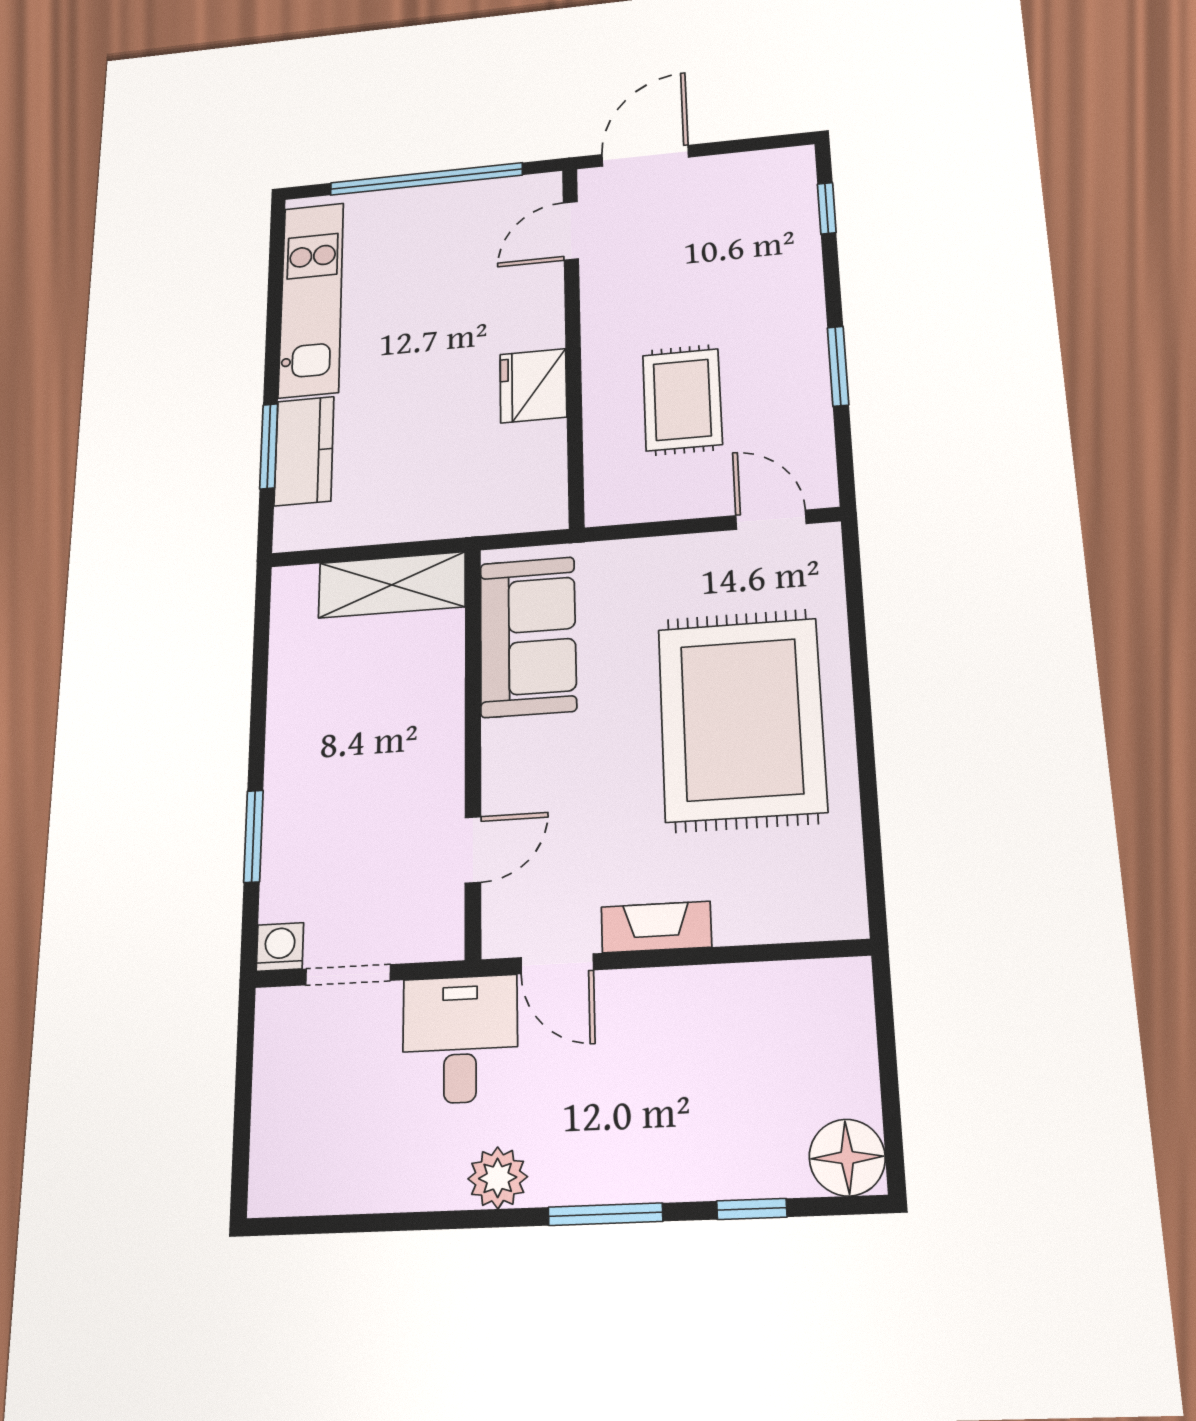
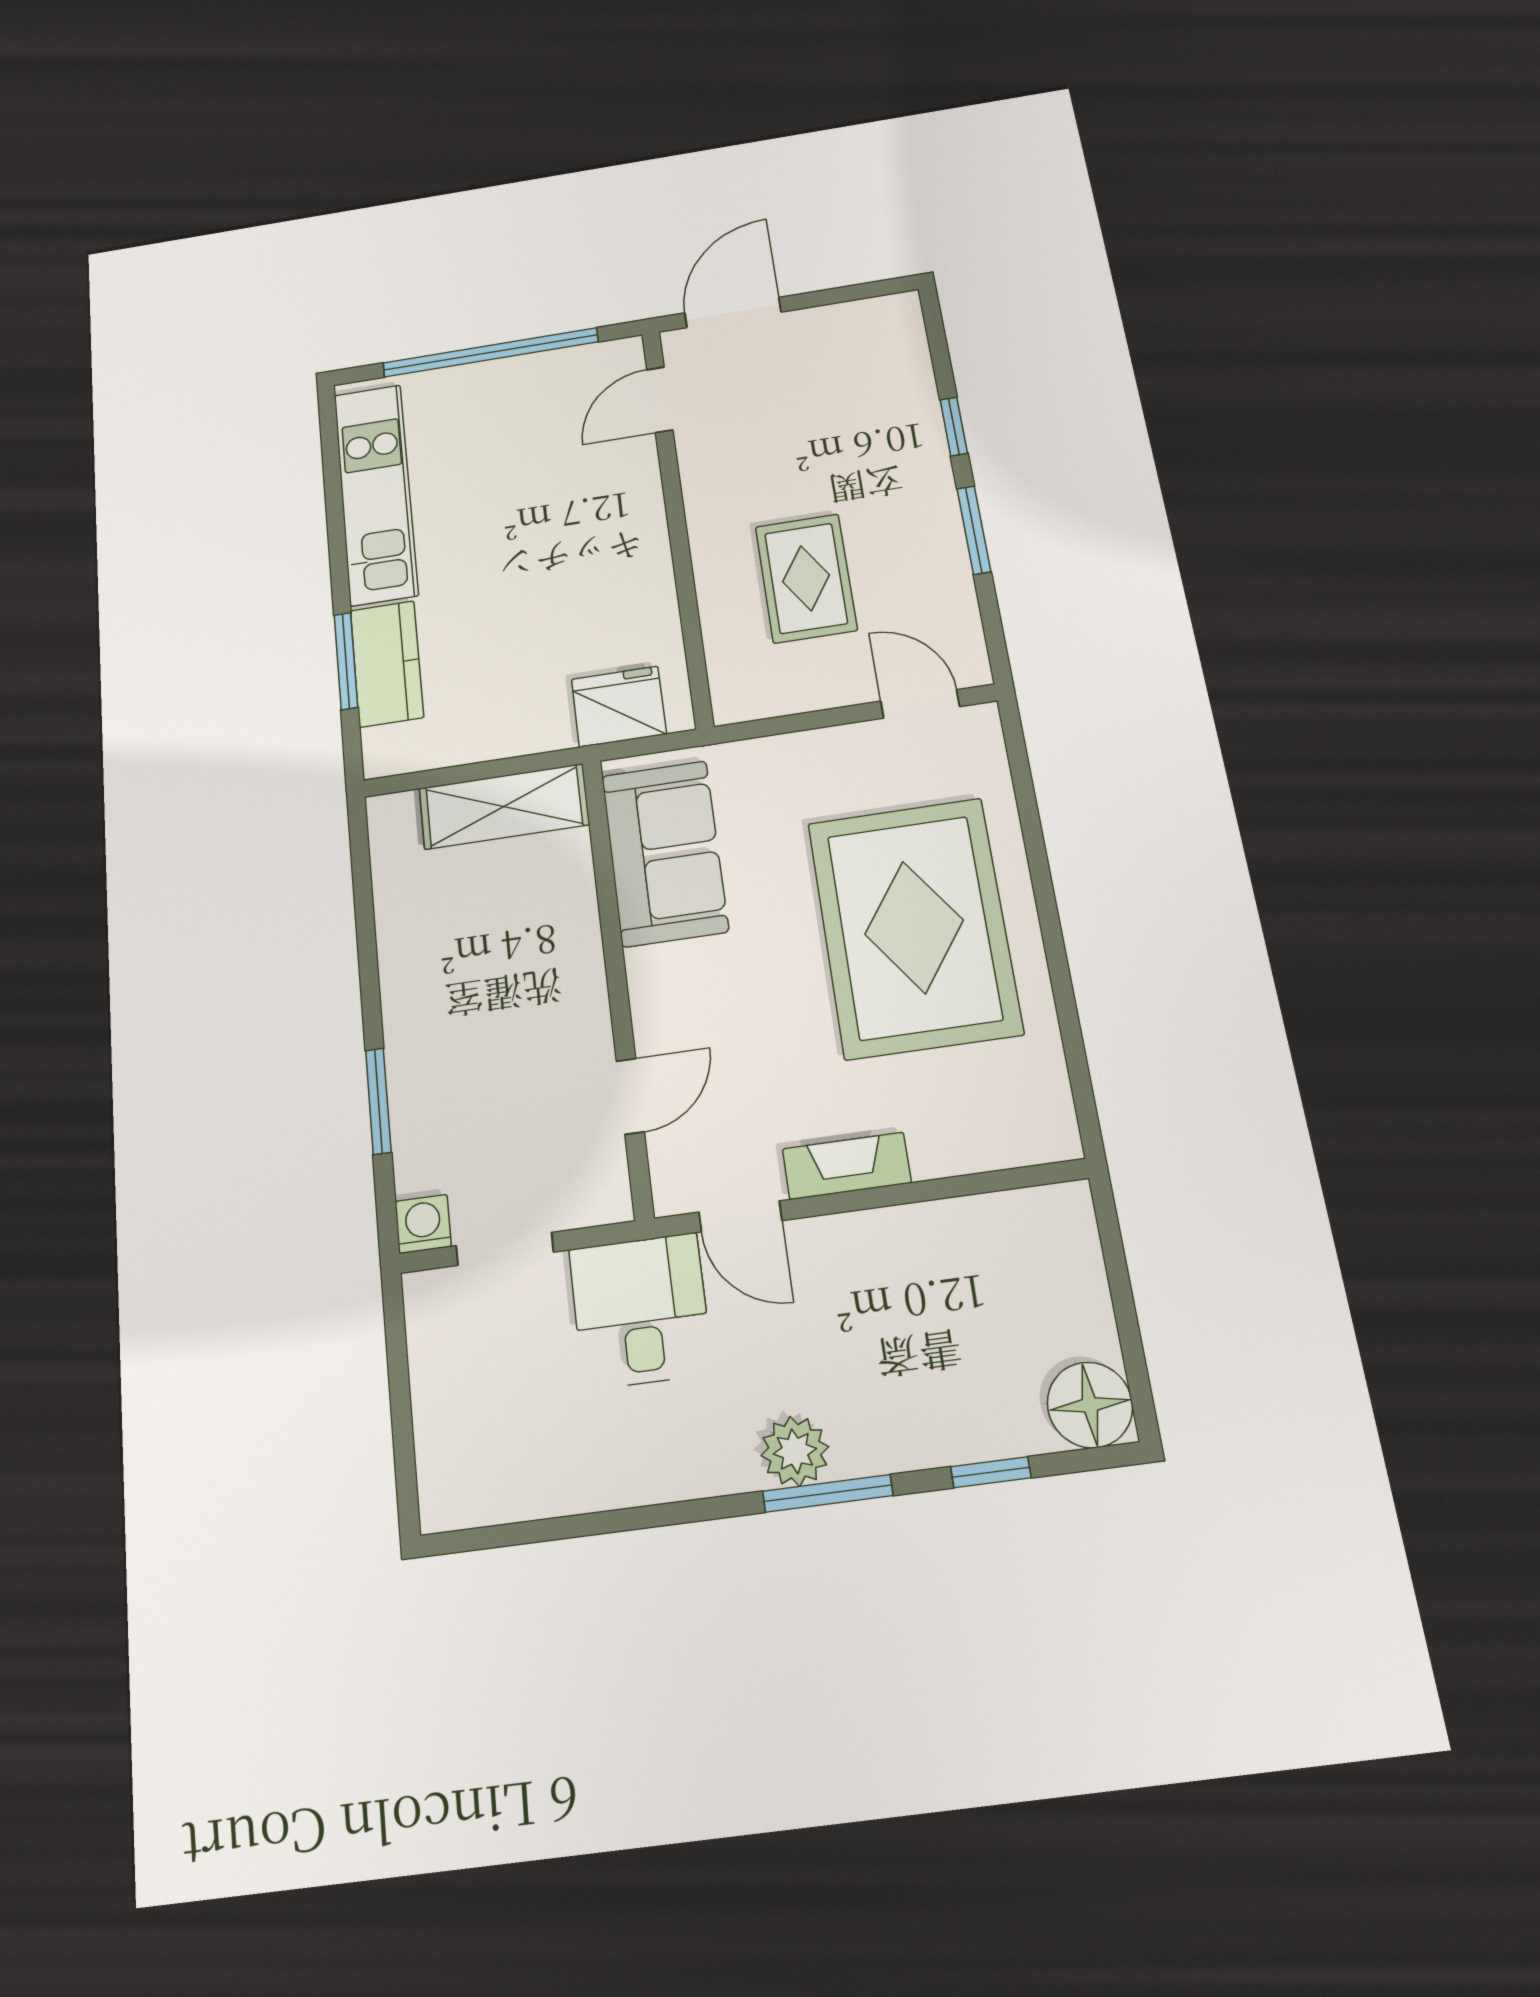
window: (827, 208) -> (954, 426), moved
fridge: (533, 386) -> (619, 707), moved, turned 90
plant: (498, 1178) -> (795, 1451), moved

